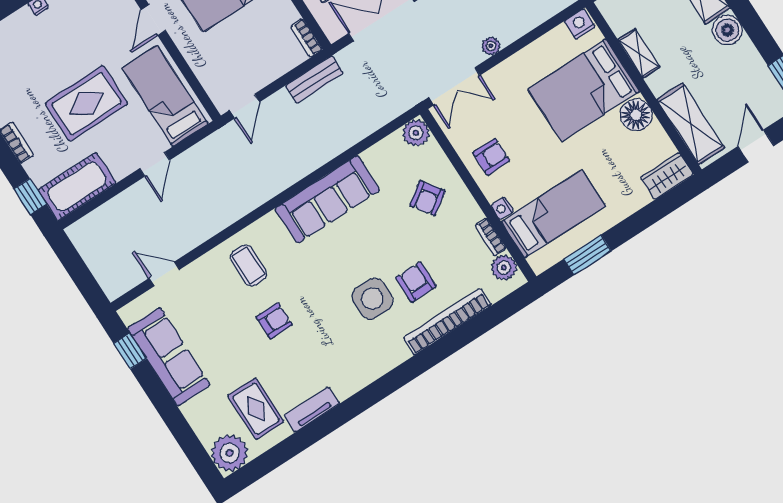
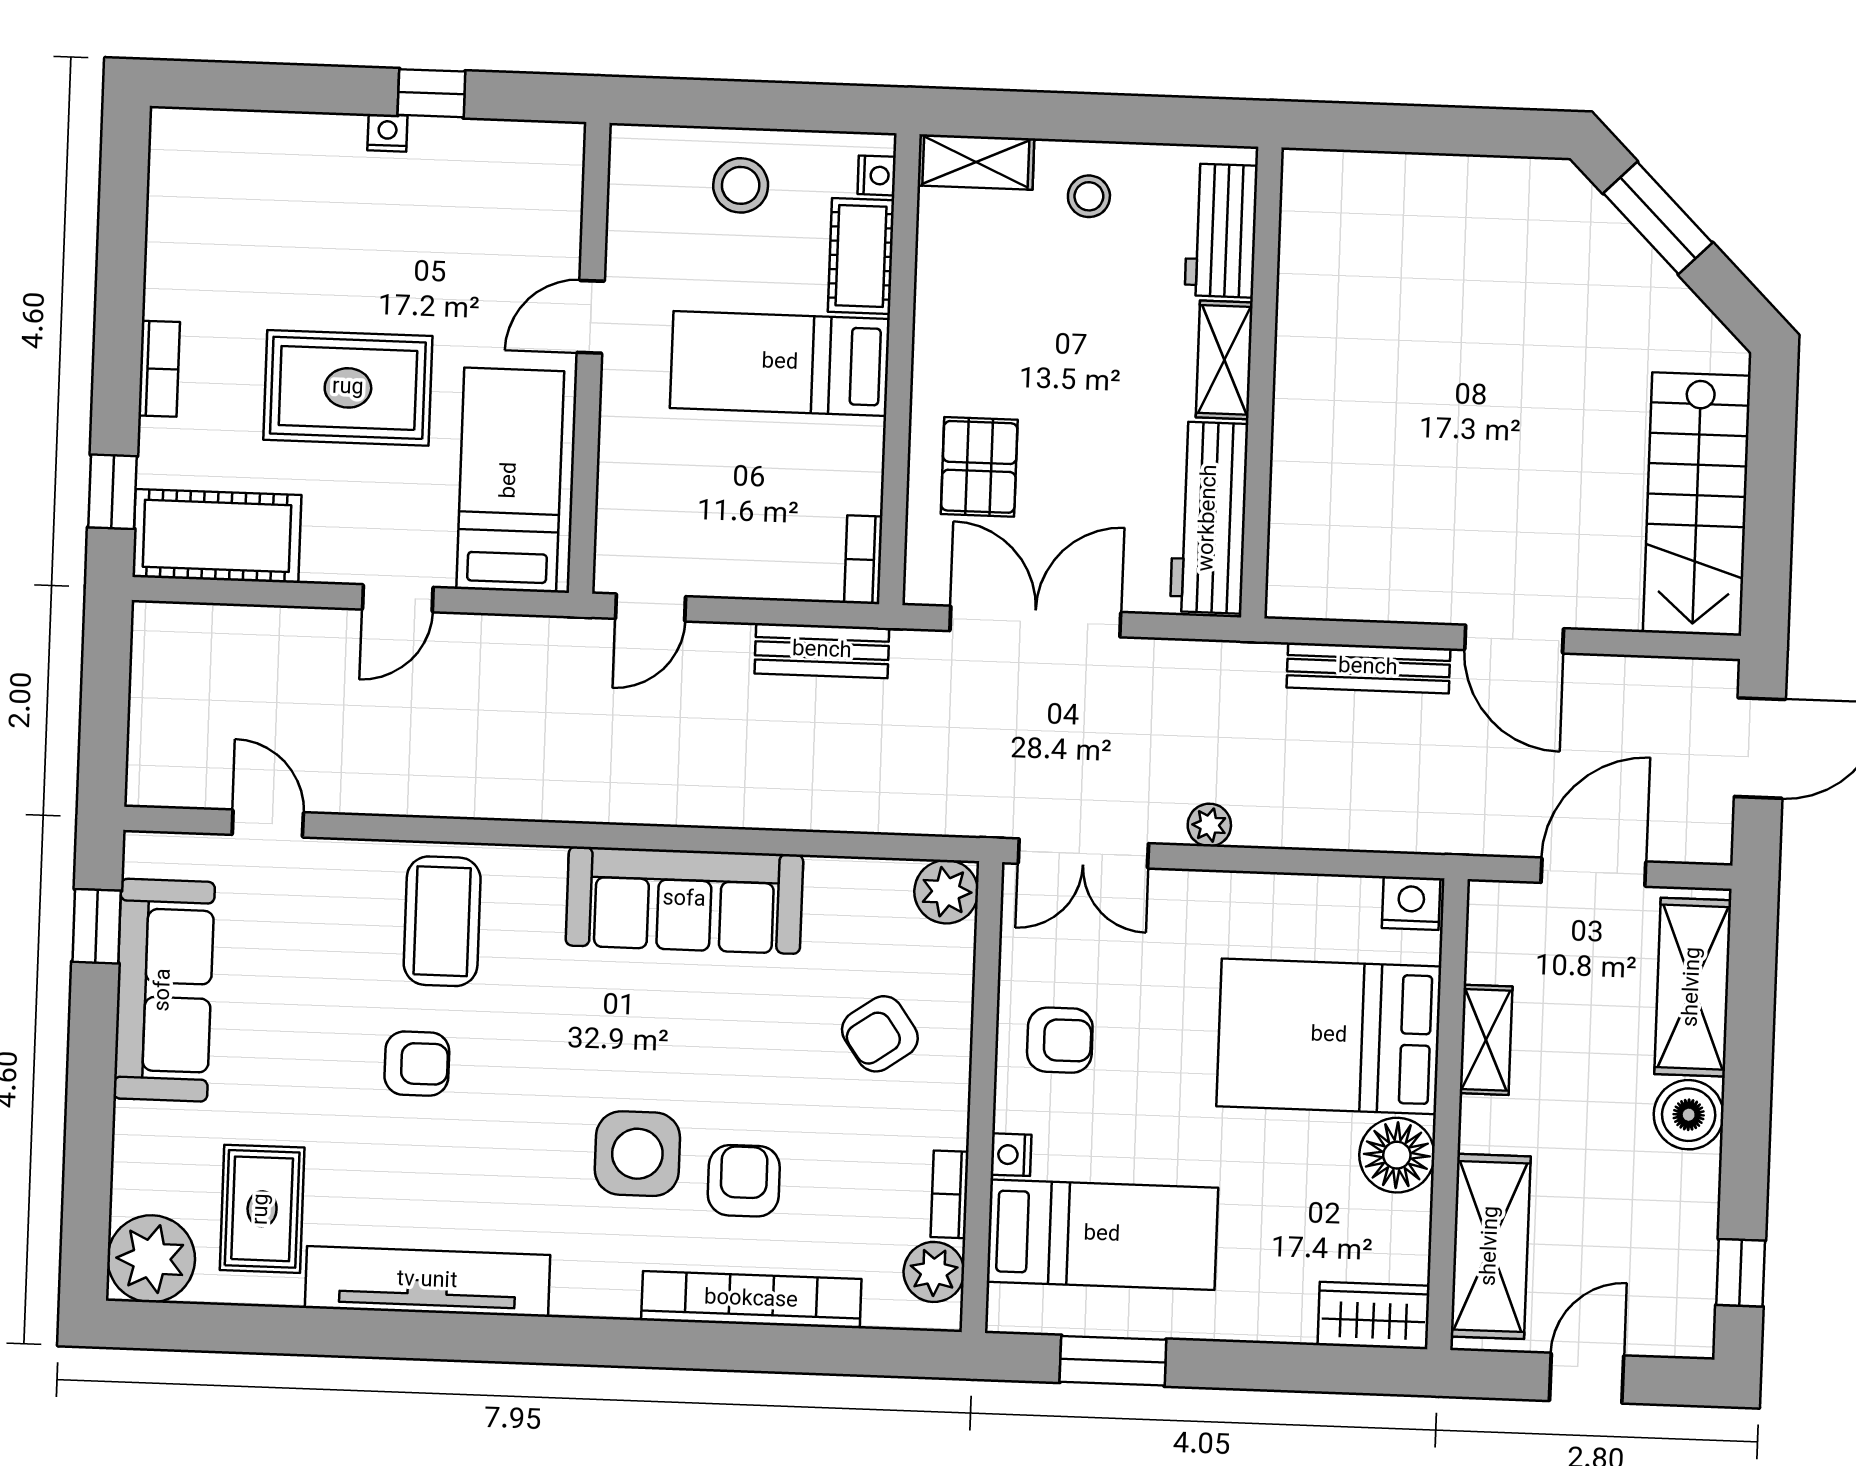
coffee table: (248, 265) -> (442, 921), width x1.36, depth x1.30
tv unit: (312, 410) -> (427, 1281), width x1.92, depth x1.29

